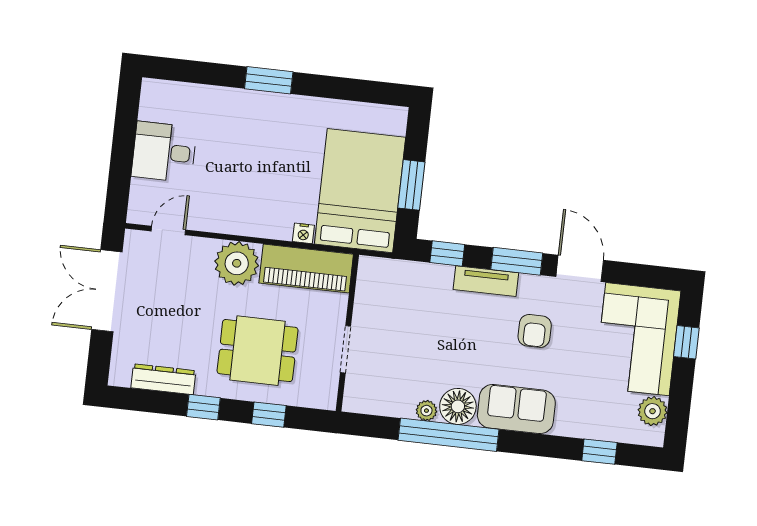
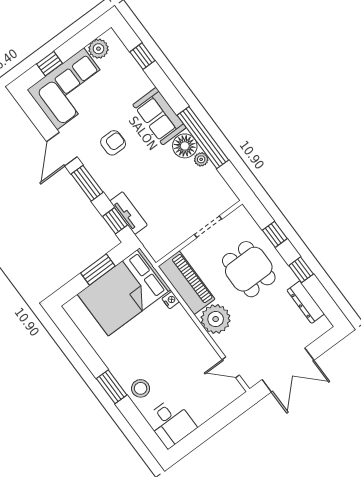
stool: (237, 110) -> (141, 388), added
desk: (164, 152) -> (171, 423), moved
tv unit: (486, 281) -> (128, 213), moved

